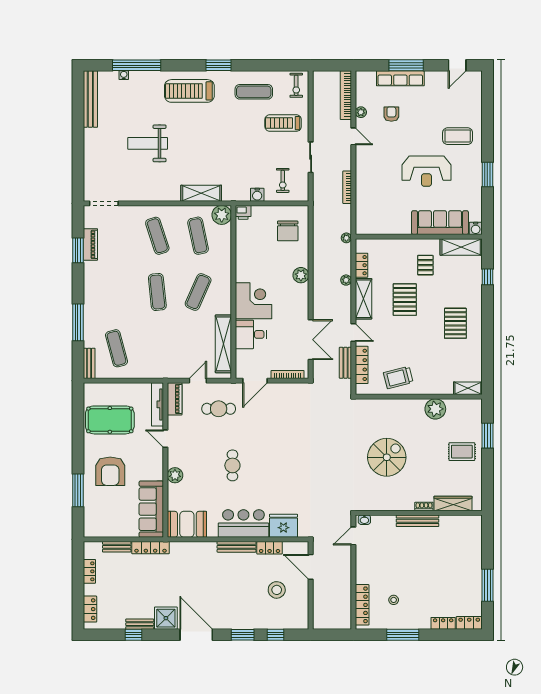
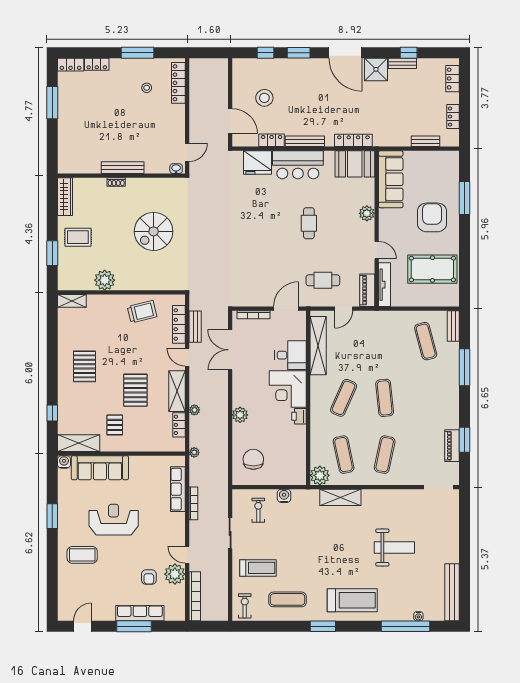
plant: (361, 112) -> (175, 574), width x1.88, depth x1.88
row of seats: (363, 201) -> (178, 489), added
printer: (243, 212) -> (299, 416), moved, turned -90
exercise mat: (157, 236) -> (385, 455), turned 30
wardrobe: (453, 503) -> (65, 197), moved, turned -90
locker: (151, 548) -> (353, 140), moved

